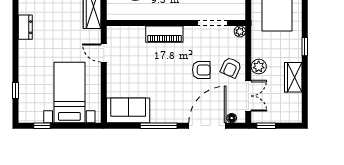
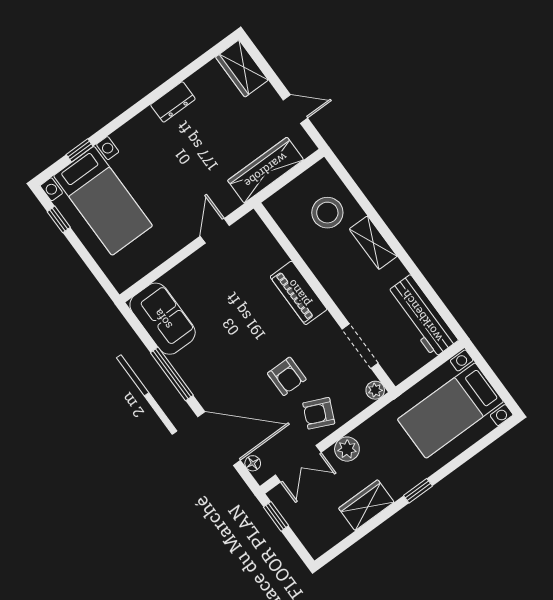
bed with nightstands: (69, 92) -> (103, 201), moved, turned 90

